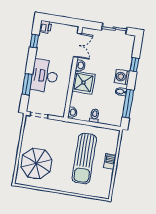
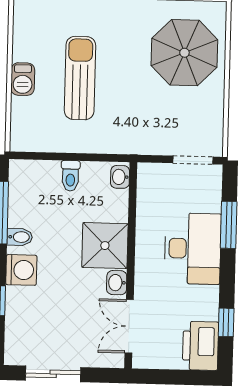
printer: (45, 27) -> (200, 346), width x1.87, depth x1.48
sun lounger: (84, 159) -> (80, 78), width x0.73, depth x0.75

